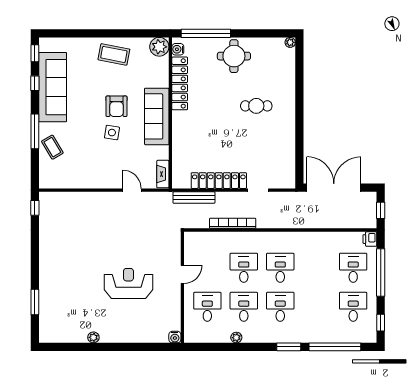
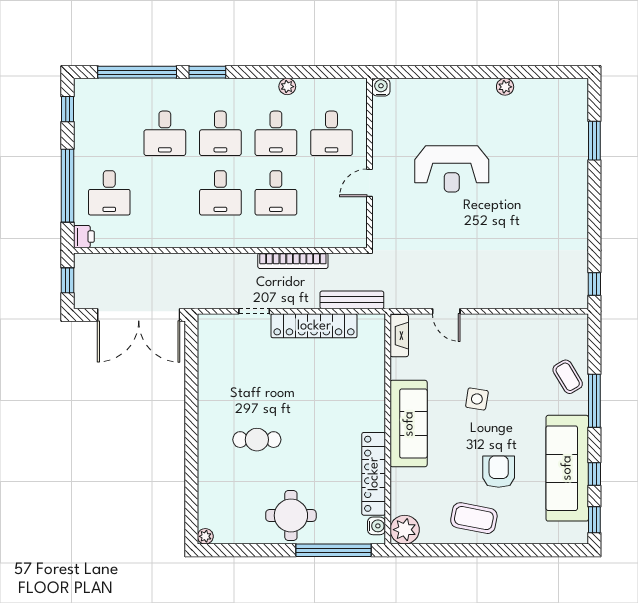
armchair: (116, 106) -> (499, 472), moved
desk: (353, 307) -> (165, 133), moved

